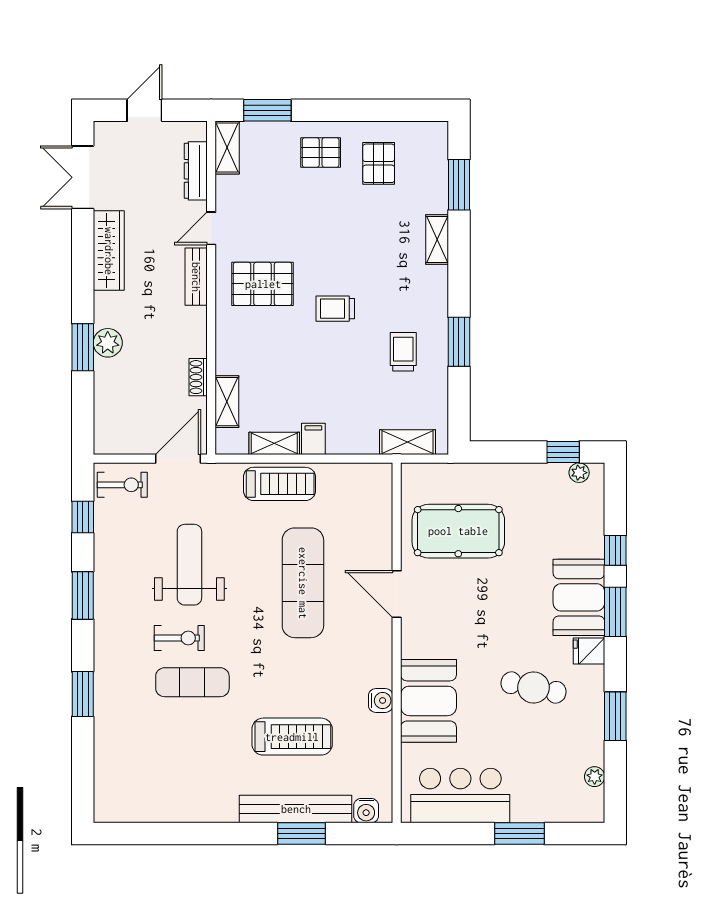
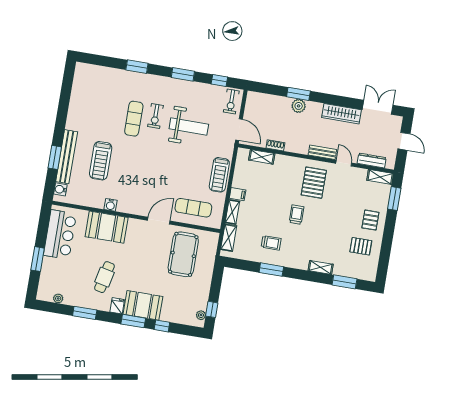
shelving: (274, 443) -> (232, 212), moved
exercise mat: (303, 583) -> (193, 208), moved, width x0.73, depth x0.69

